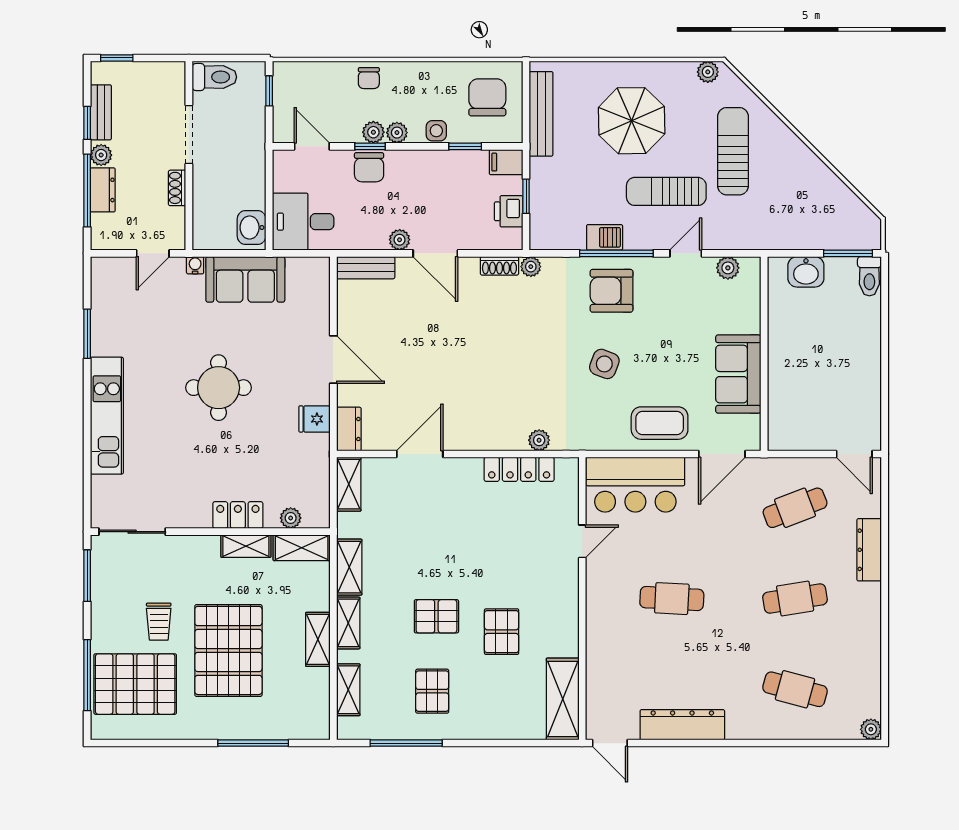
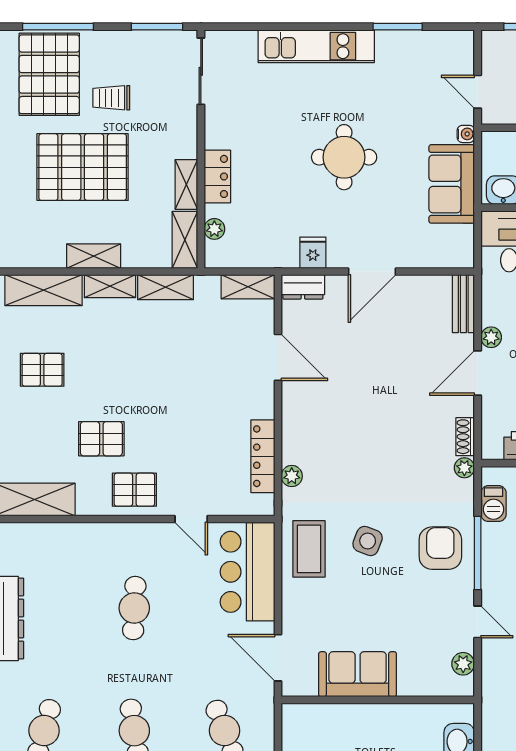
barbecue: (605, 237) -> (494, 504), moved
coffee table: (660, 423) -> (309, 549), moved
pallet: (436, 616) -> (134, 490), moved, turned 90
shelving: (348, 690) -> (43, 290), width x1.50, depth x1.33

